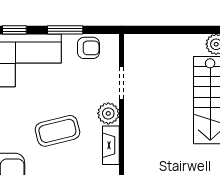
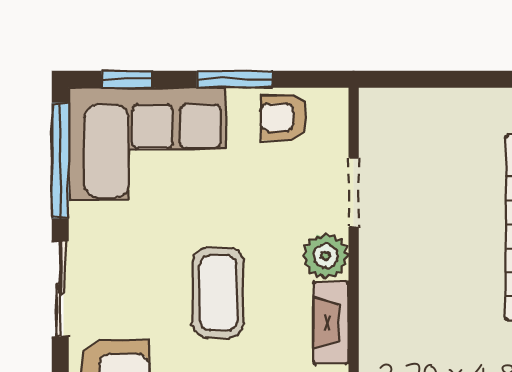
armchair: (88, 48) -> (284, 117), turned 180
coffee table: (57, 131) -> (218, 293), turned -76

